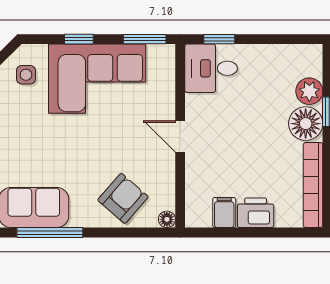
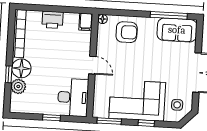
window: (219, 39) -> (51, 118), moved
desk: (211, 68) -> (73, 97), width x1.37
armchair: (123, 198) -> (127, 32), turned -131
filing cabinet: (224, 212) -> (86, 22), moved

